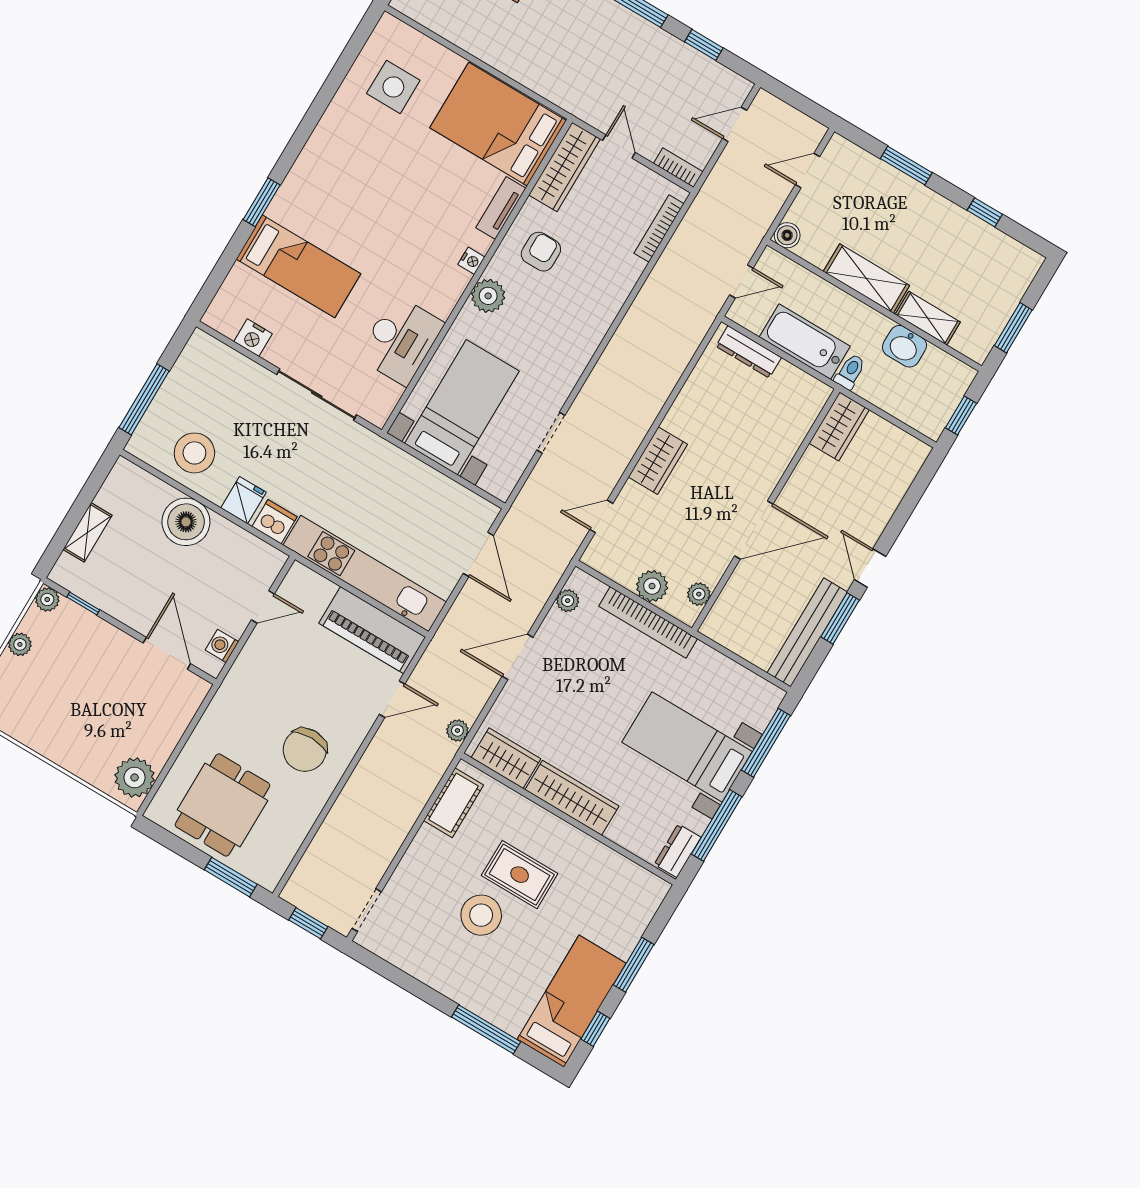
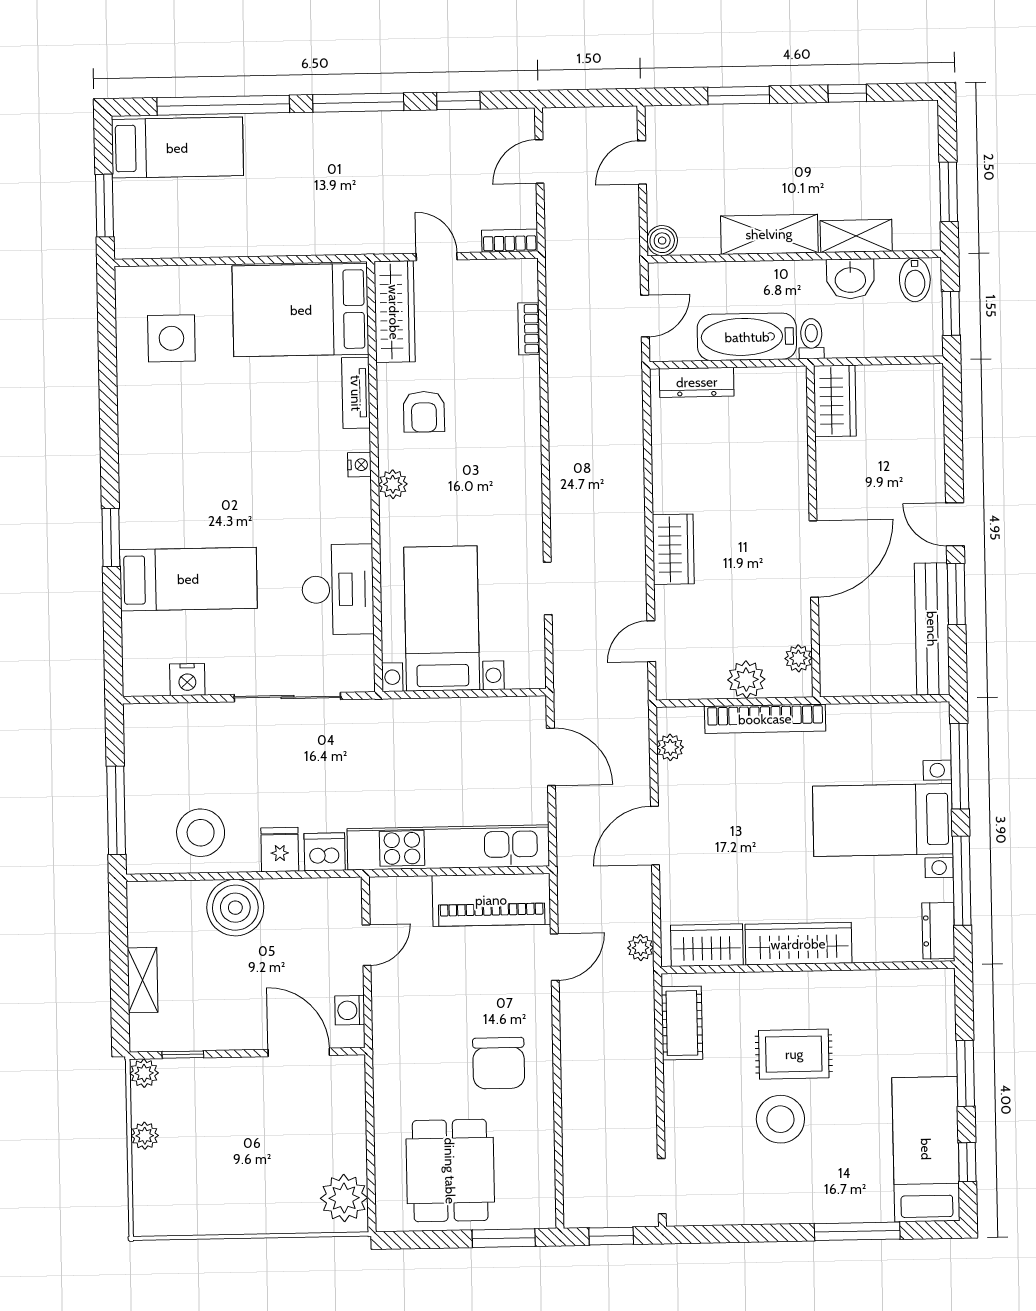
bookcase: (659, 228) -> (529, 329), width x0.64
armchair: (541, 252) -> (424, 412), turned 180
plant: (488, 296) -> (393, 484), width x0.73, depth x0.73
bidet: (950, 376) -> (915, 280), added

